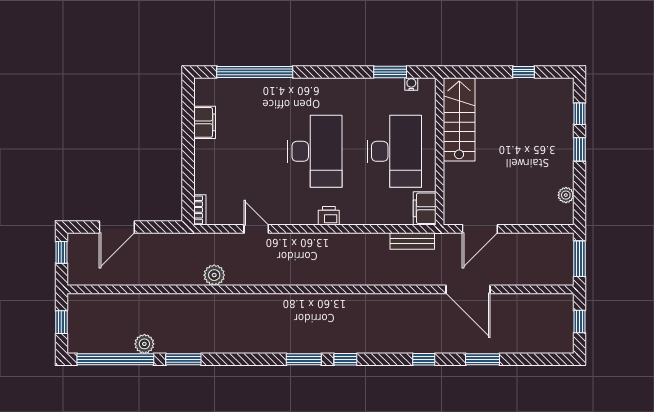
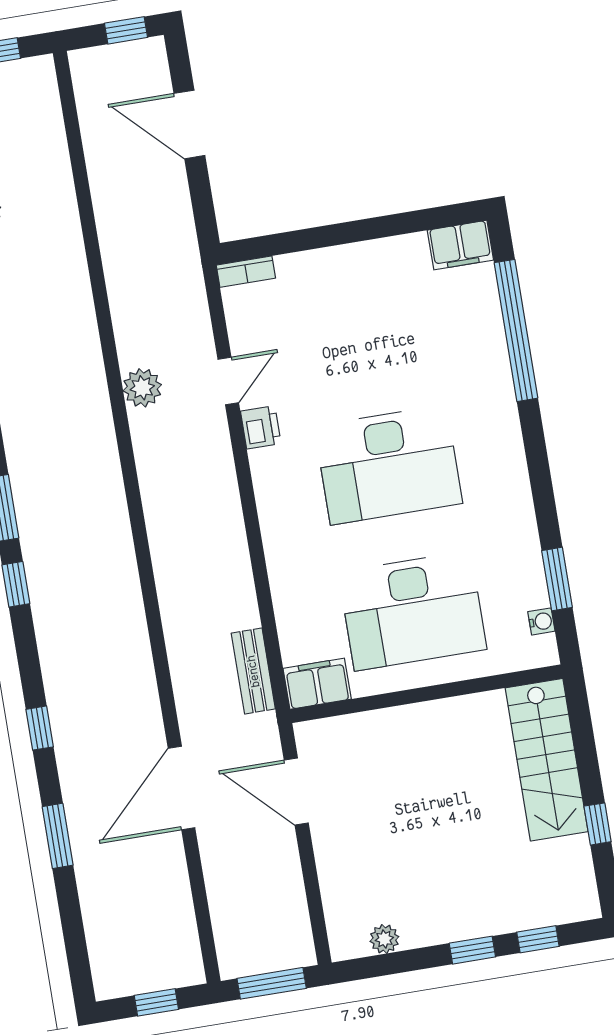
stairs: (459, 119) -> (547, 760), moved, turned 90
filing cabinet: (205, 122) -> (460, 245), moved
printer: (329, 216) -> (261, 427), moved
plant: (214, 275) -> (142, 388), moved

